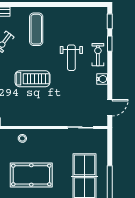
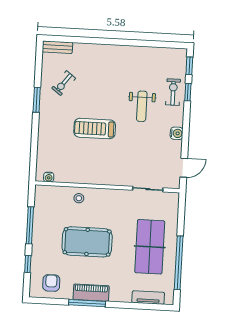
exercise mat: (36, 29) -> (102, 70), removed
exercise bike: (98, 55) -> (173, 92), moved
treadmill: (32, 79) -> (95, 129), turned 180

